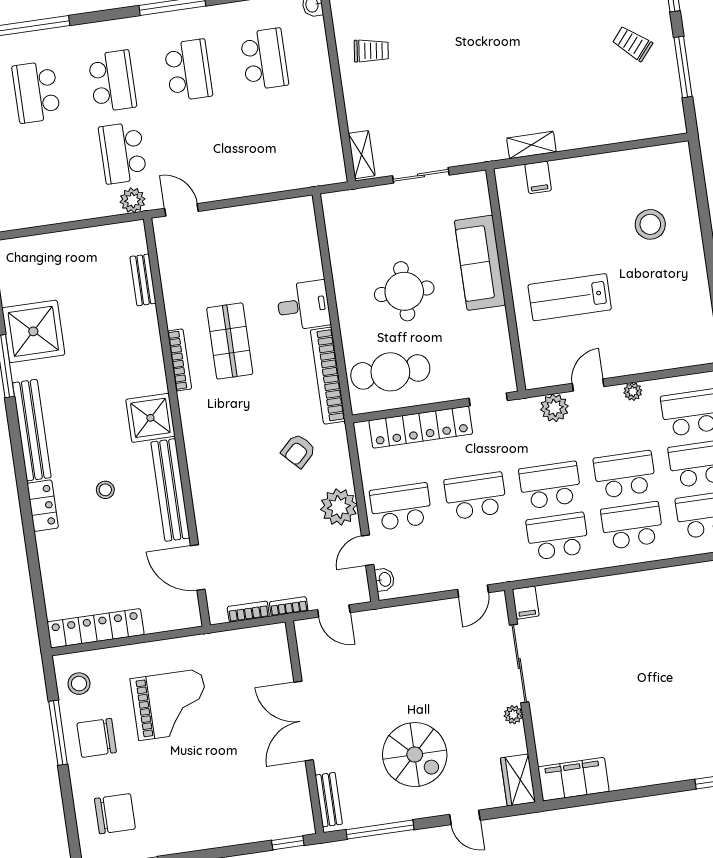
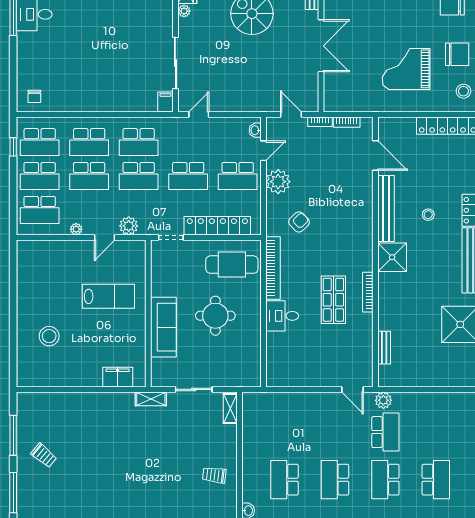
shelving: (531, 145) -> (151, 399), moved
filing cabinet: (538, 177) -> (118, 377), width x2.00
plant: (513, 715) -> (184, 11), moved

